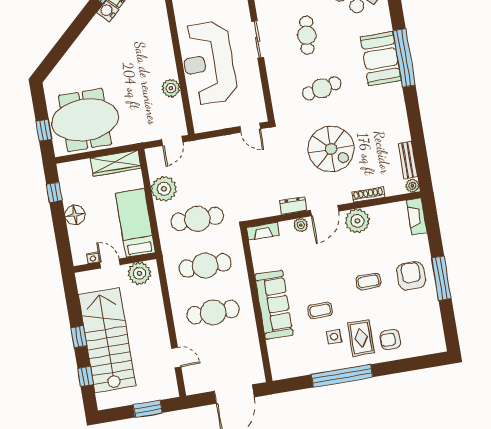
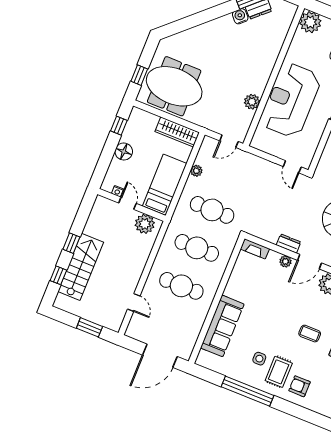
plant: (164, 189) -> (196, 171), width x0.53, depth x0.53
sofa: (274, 305) -> (222, 326), moved
coffee table: (320, 310) -> (261, 333), removed
stairs: (107, 340) -> (81, 267), width x0.73, depth x0.66

